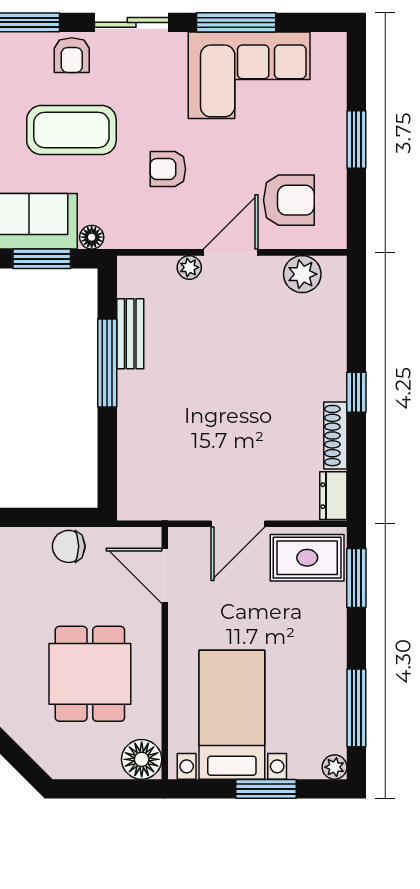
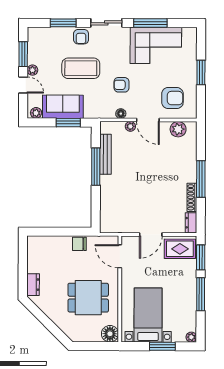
floor lamp: (92, 237) -> (121, 114), moved
door: (231, 252) -> (148, 120), swing flipped
bench: (130, 334) -> (105, 154), width x1.36
window: (356, 392) -> (201, 179), width x2.17
dining table: (90, 674) -> (88, 298), turned 90
window: (356, 708) -> (201, 294), moved

